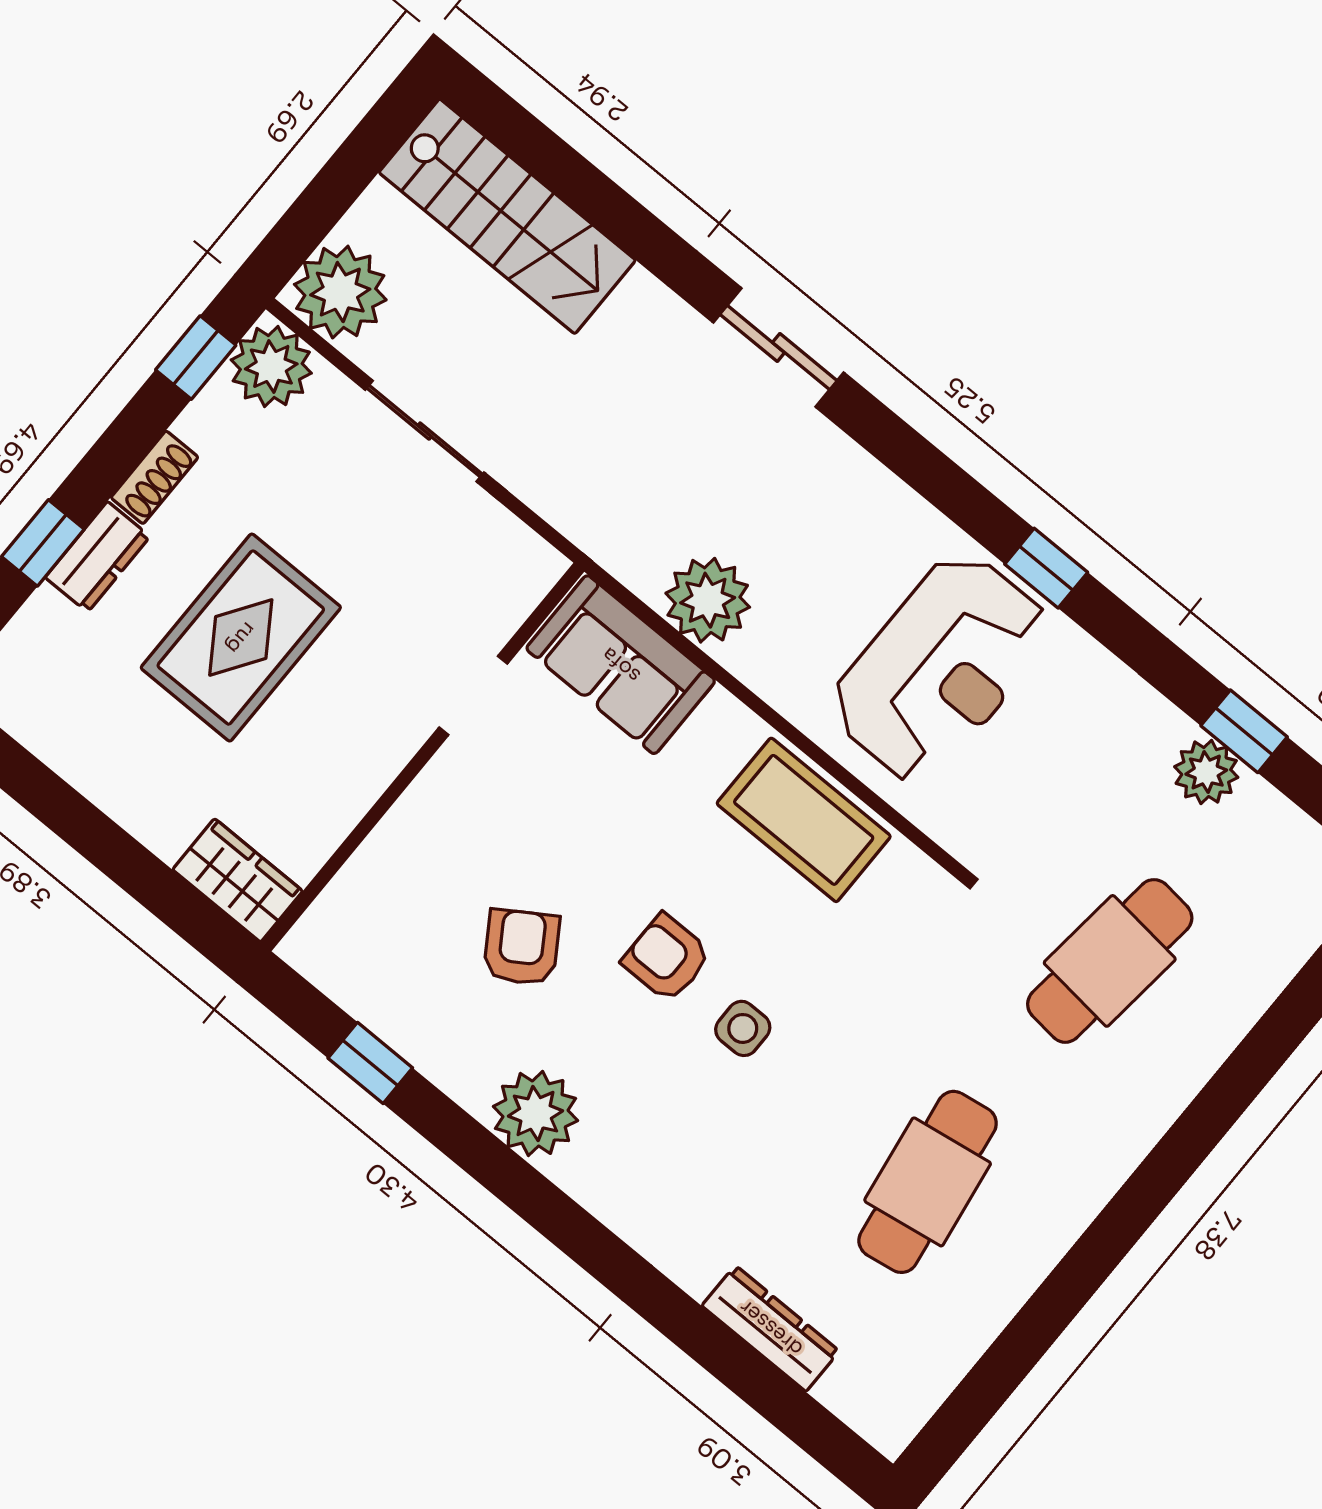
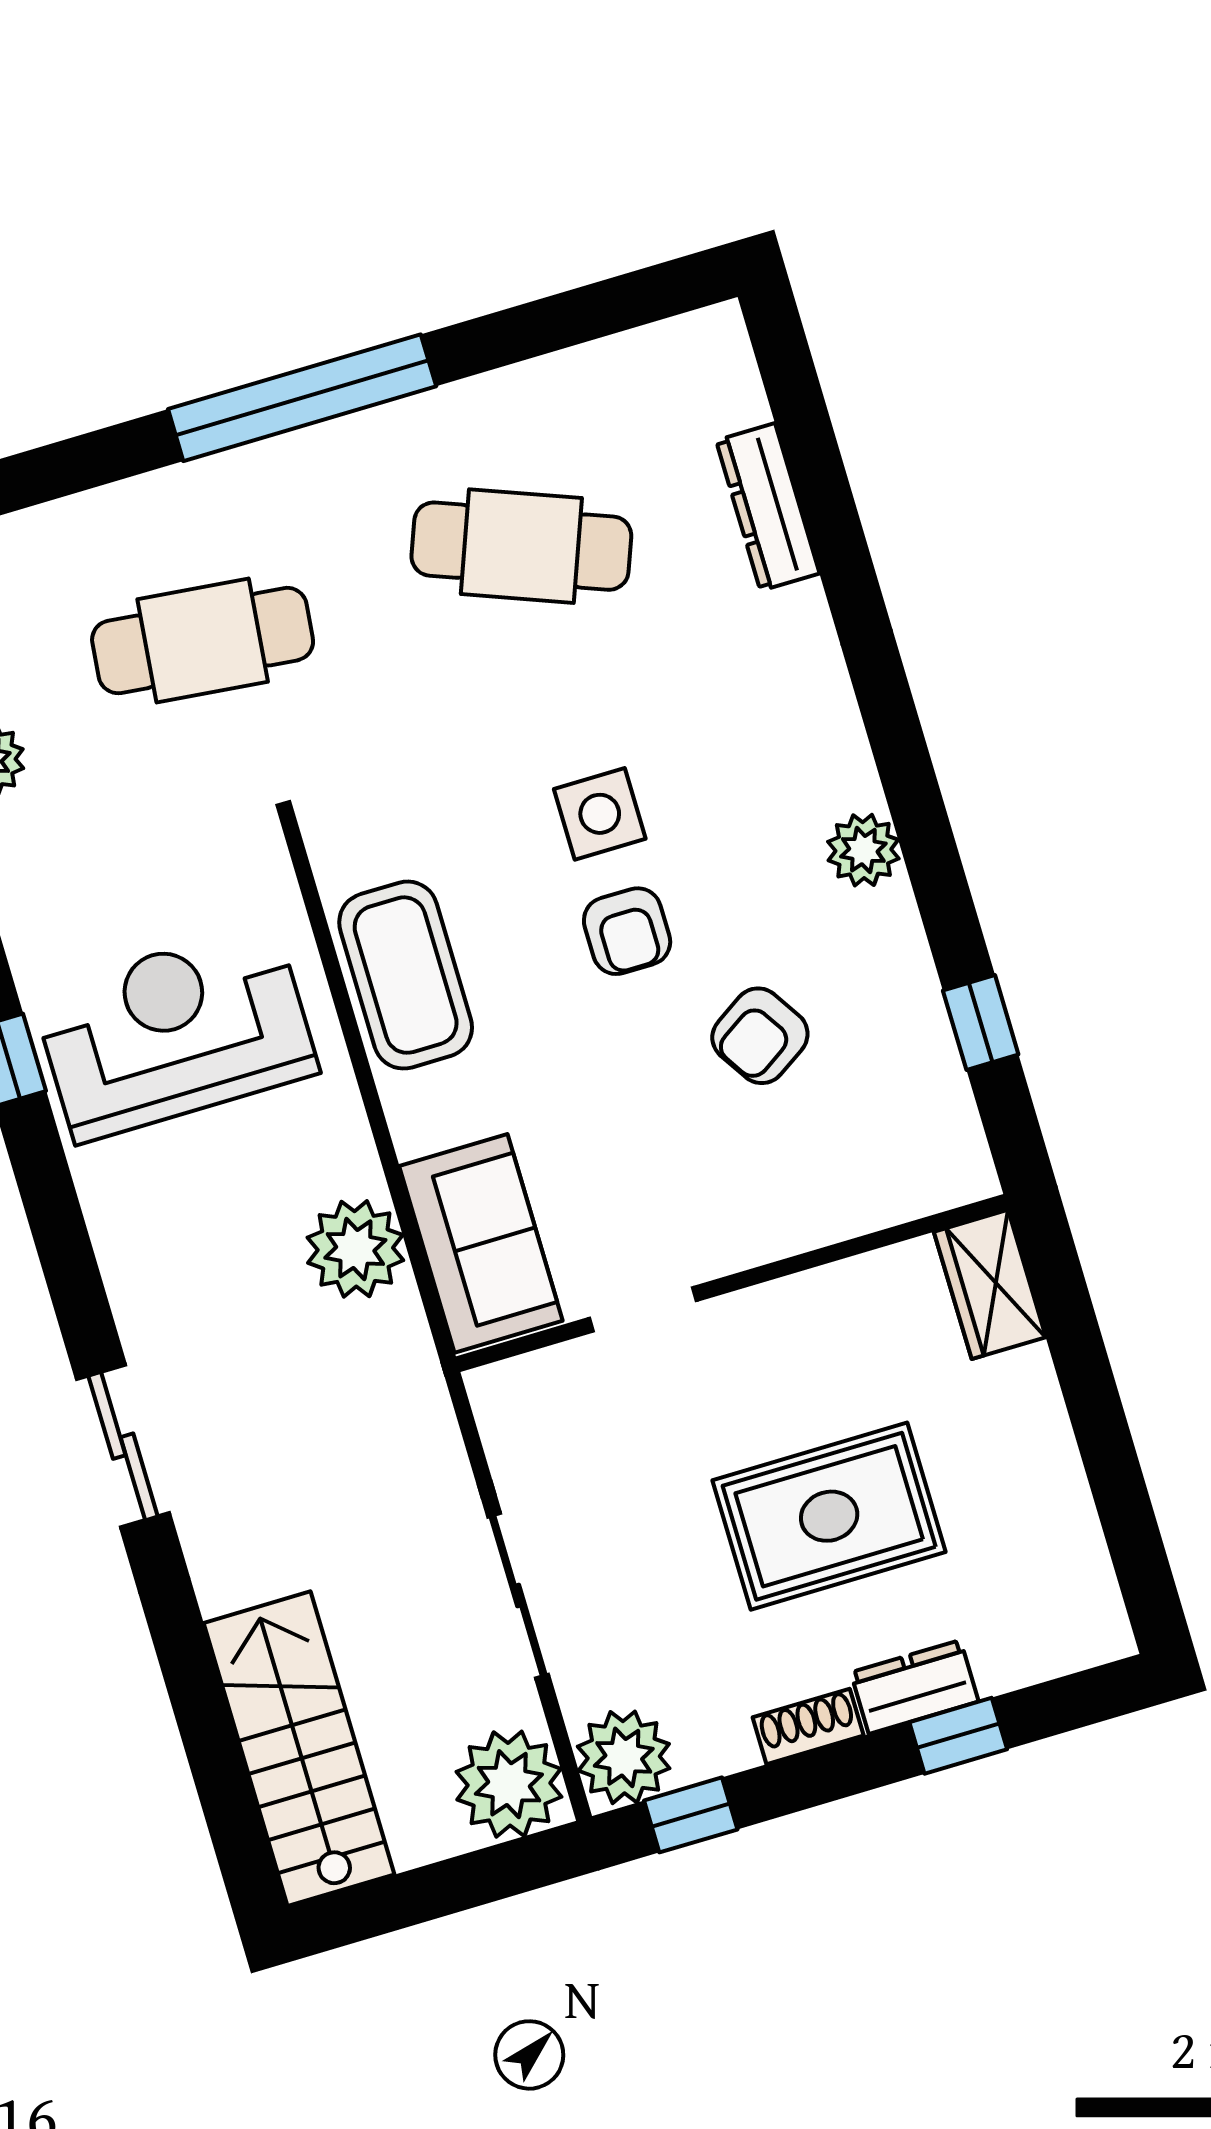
side table: (743, 1028) -> (600, 814), width x1.37, depth x1.37
plant: (535, 1113) -> (863, 850), width x0.73, depth x0.73
cafe table: (928, 1182) -> (521, 546), turned 30
window: (1156, 1182) -> (302, 398), added

